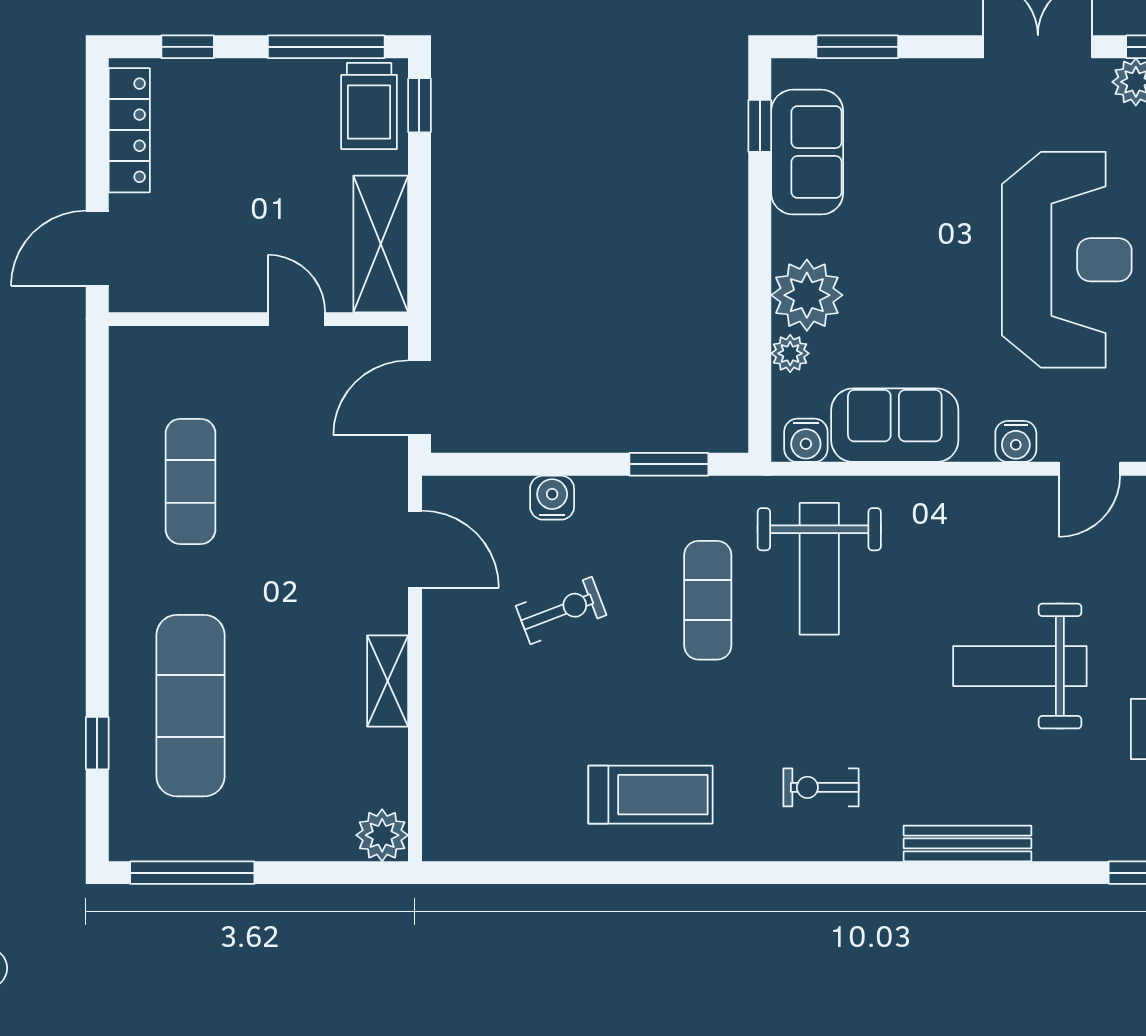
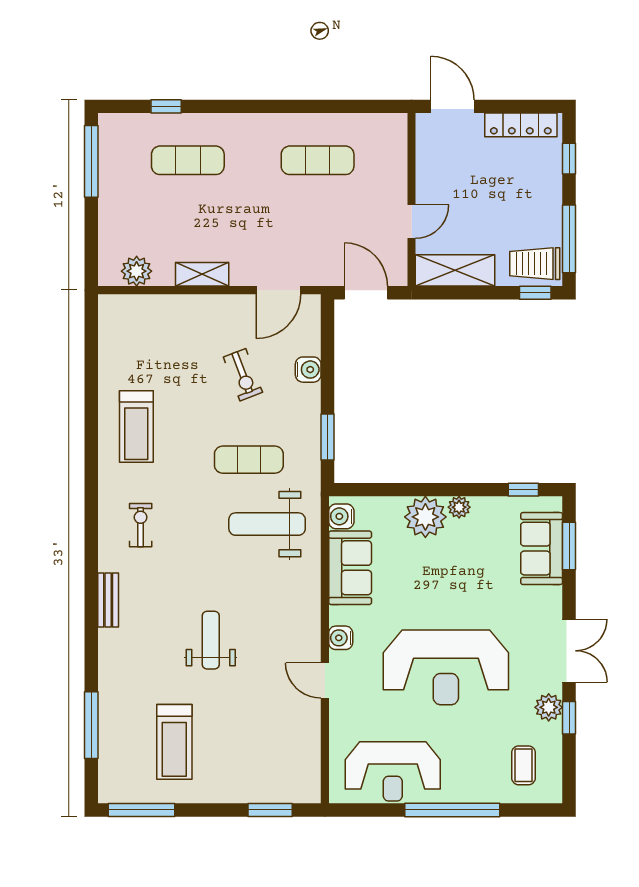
sofa: (807, 152) -> (542, 549), moved, turned 90
plant: (790, 353) -> (459, 507), moved
weight bench: (1020, 666) -> (211, 640), width x0.73, depth x0.75
exercise mat: (191, 706) -> (188, 160), width x0.73, depth x0.69
plant: (382, 835) -> (137, 271), moved
bench: (967, 843) -> (108, 600), width x0.73

